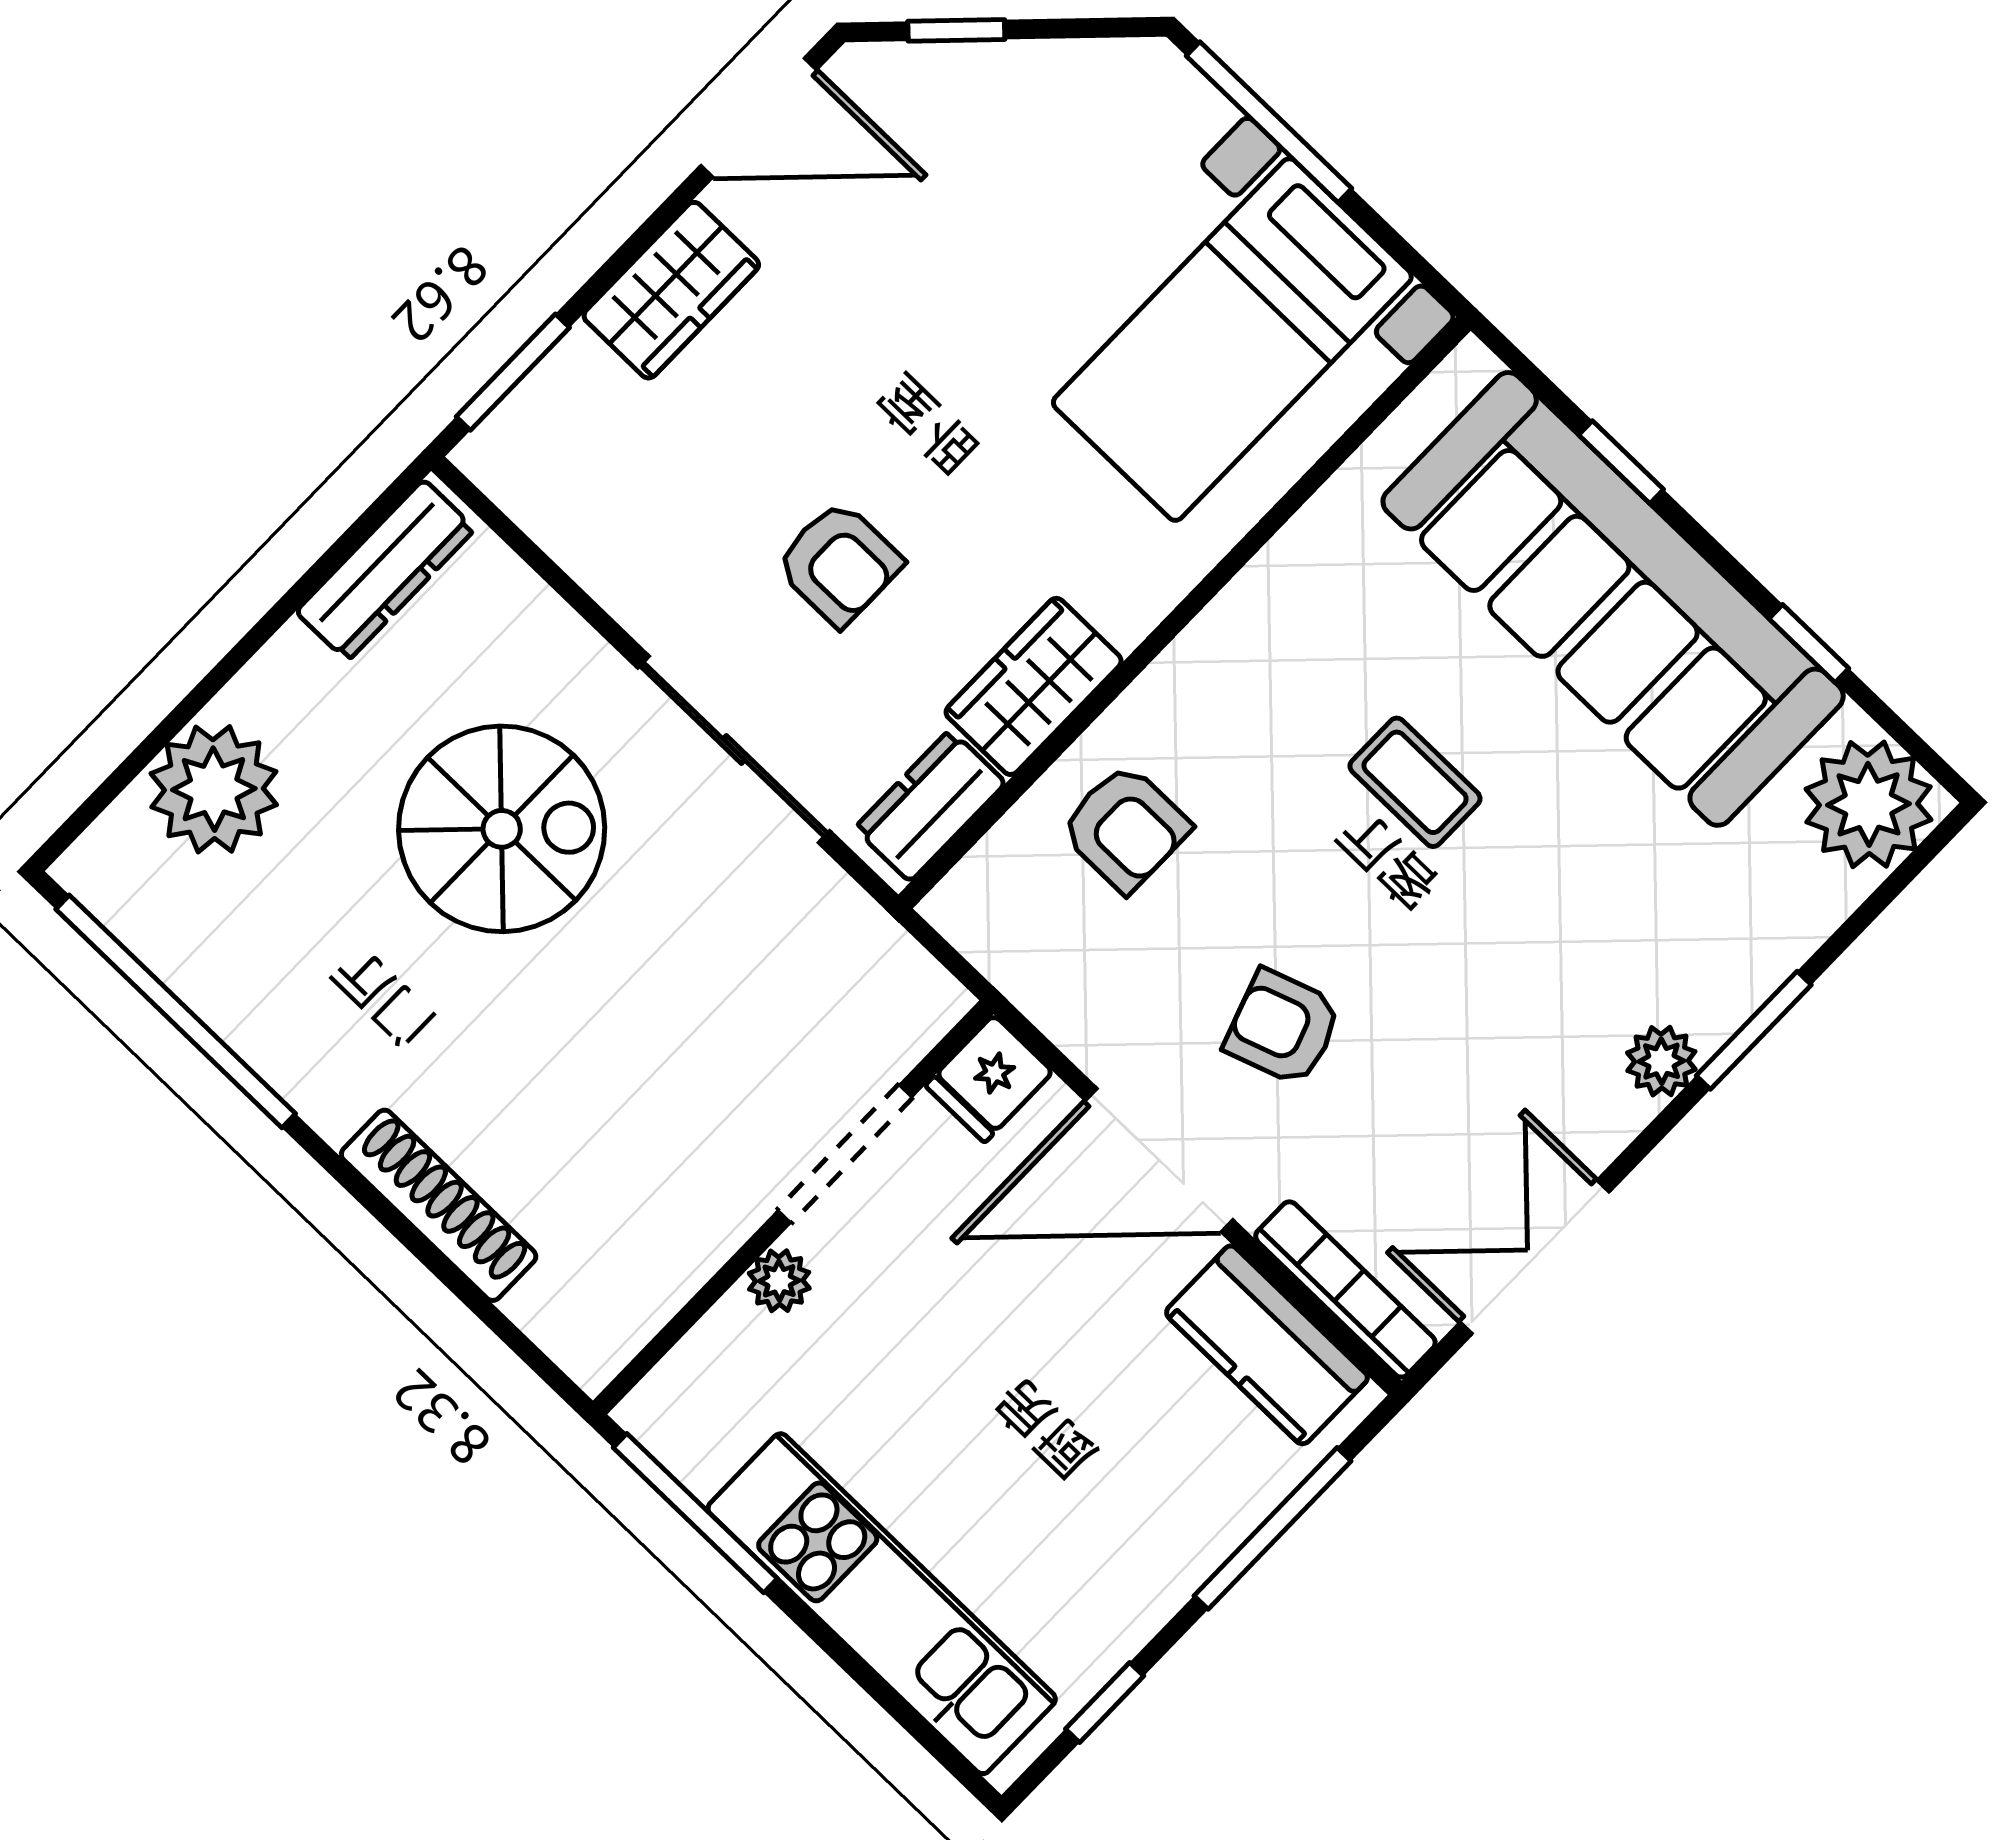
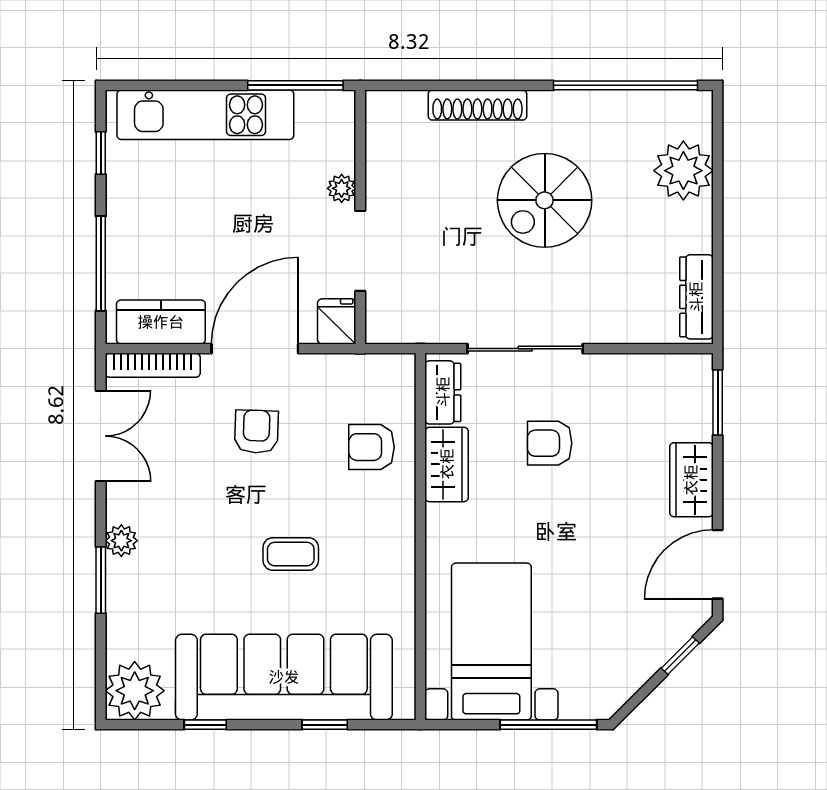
spiral stairs: (502, 829) -> (545, 200), moved
armchair: (1283, 1027) -> (256, 432), turned -69

